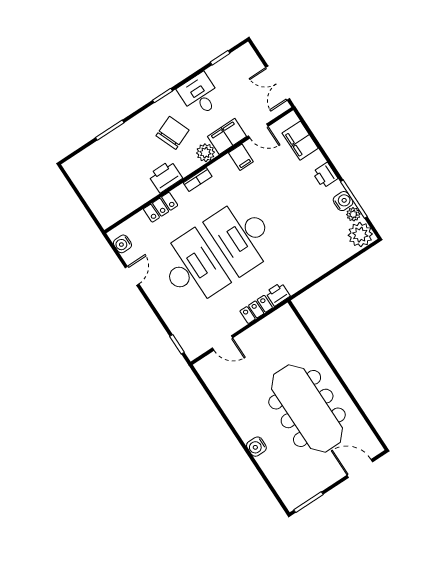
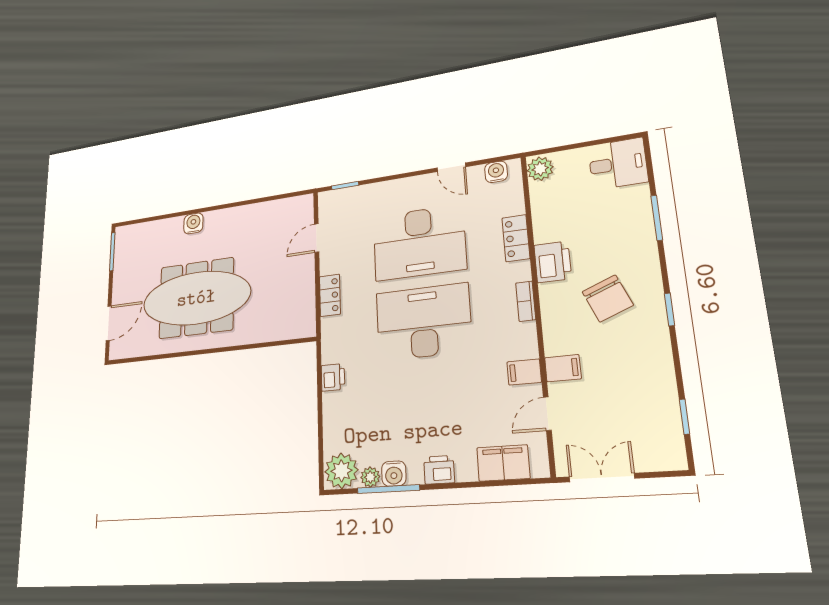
desk: (200, 95) -> (618, 164), moved
filing cabinet: (227, 136) -> (563, 368), width x0.50
plant: (205, 153) -> (540, 169), moved
printer: (278, 294) -> (333, 377), moved

